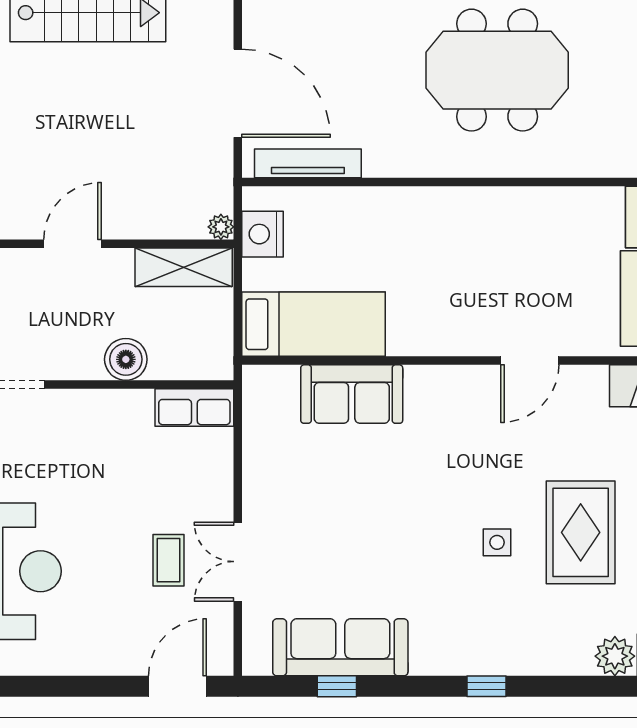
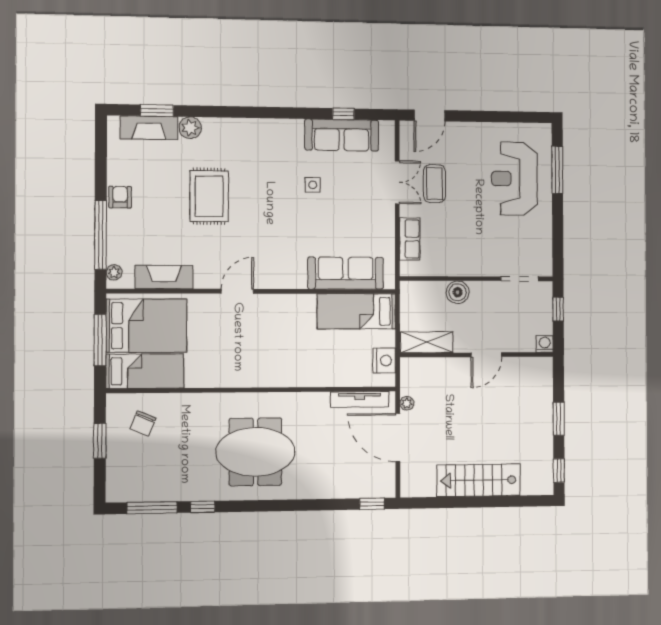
plant: (221, 227) -> (407, 403), moved
sofa: (352, 394) -> (346, 273), width x1.36
row of seats: (194, 408) -> (410, 239), moved, turned 90
side table: (497, 542) -> (313, 185), moved
coffee table: (168, 560) -> (434, 184), width x1.36, depth x1.30
window: (486, 686) -> (262, 112), removed

